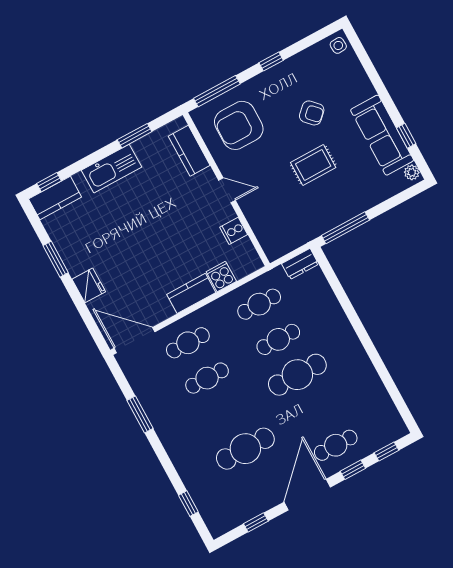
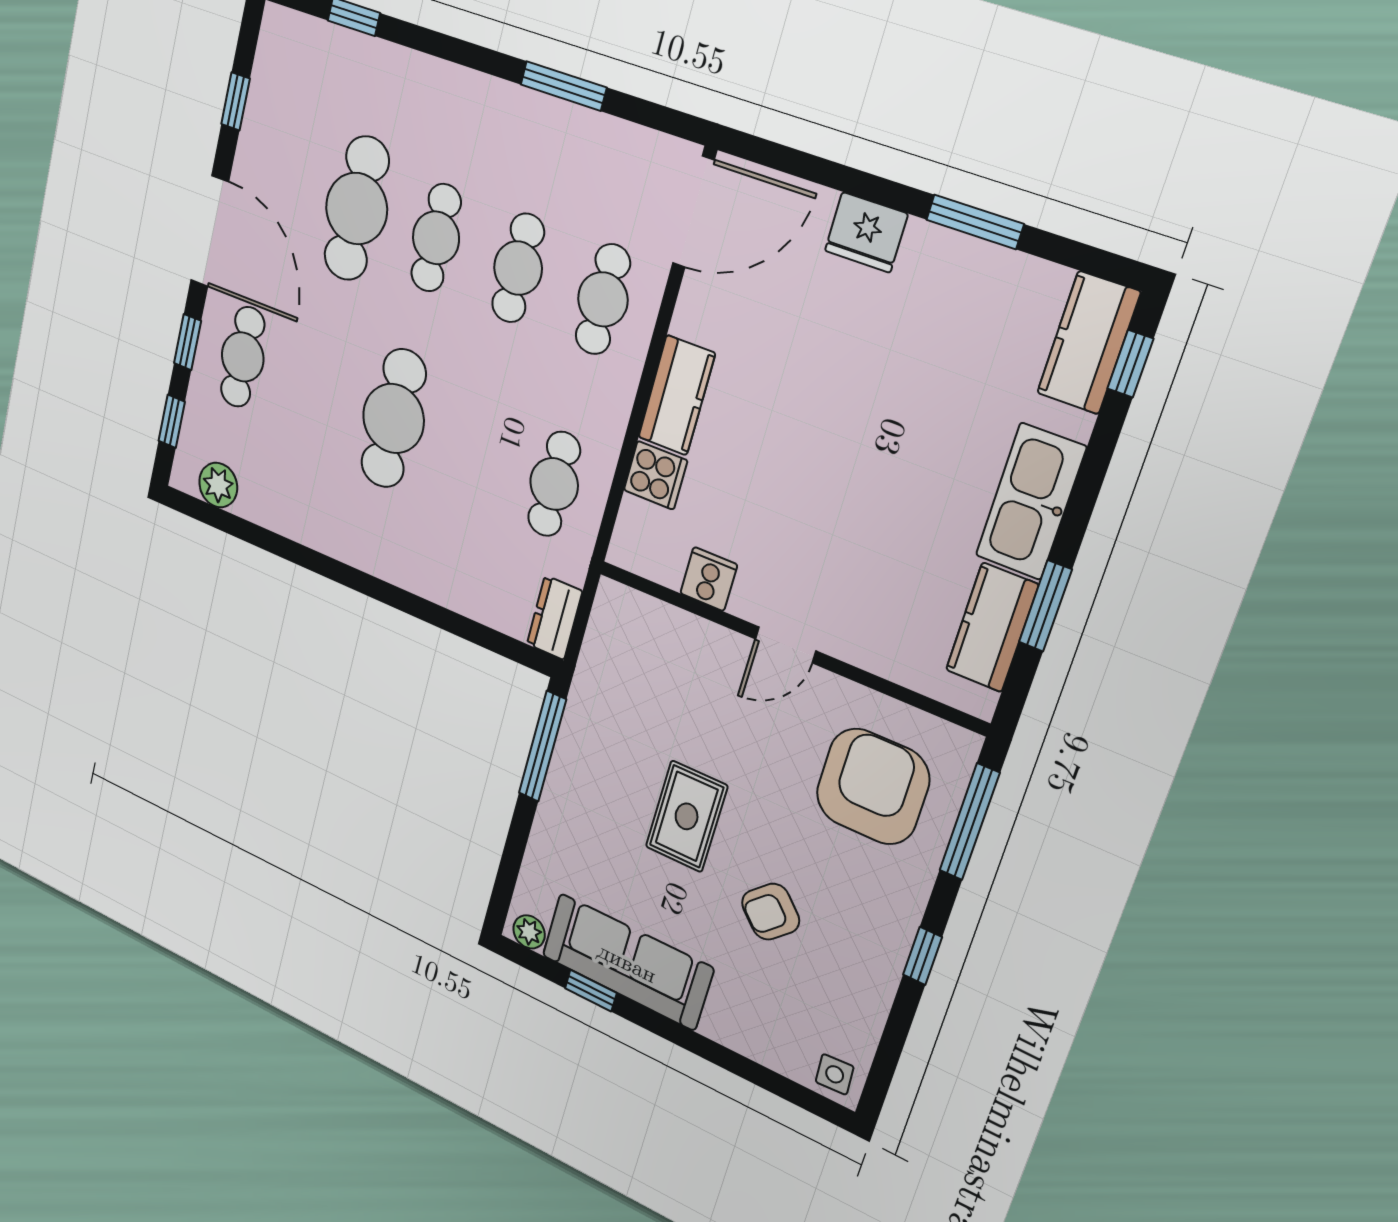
kitchen counter: (189, 151) -> (992, 627), moved, turned -90
cafe table: (278, 339) -> (436, 238), moved
plant: (389, 415) -> (218, 485), added

